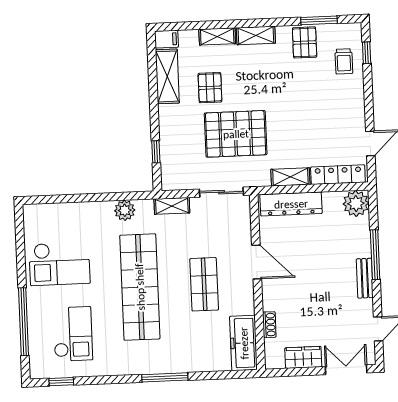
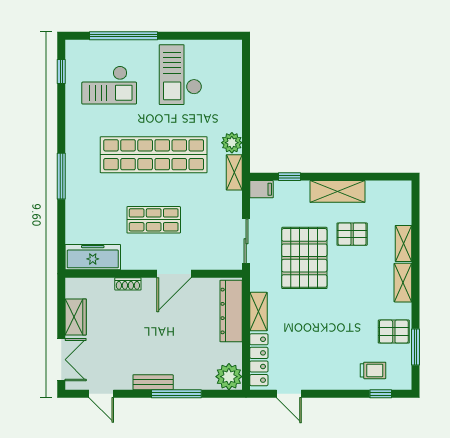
filing cabinet: (166, 39) -> (261, 189), moved, turned -90
trolley: (344, 61) -> (373, 370), turned 180
shelving: (167, 76) -> (337, 191), moved
shelving: (172, 206) -> (234, 172), moved
shoe rack: (269, 325) -> (128, 284), moved

